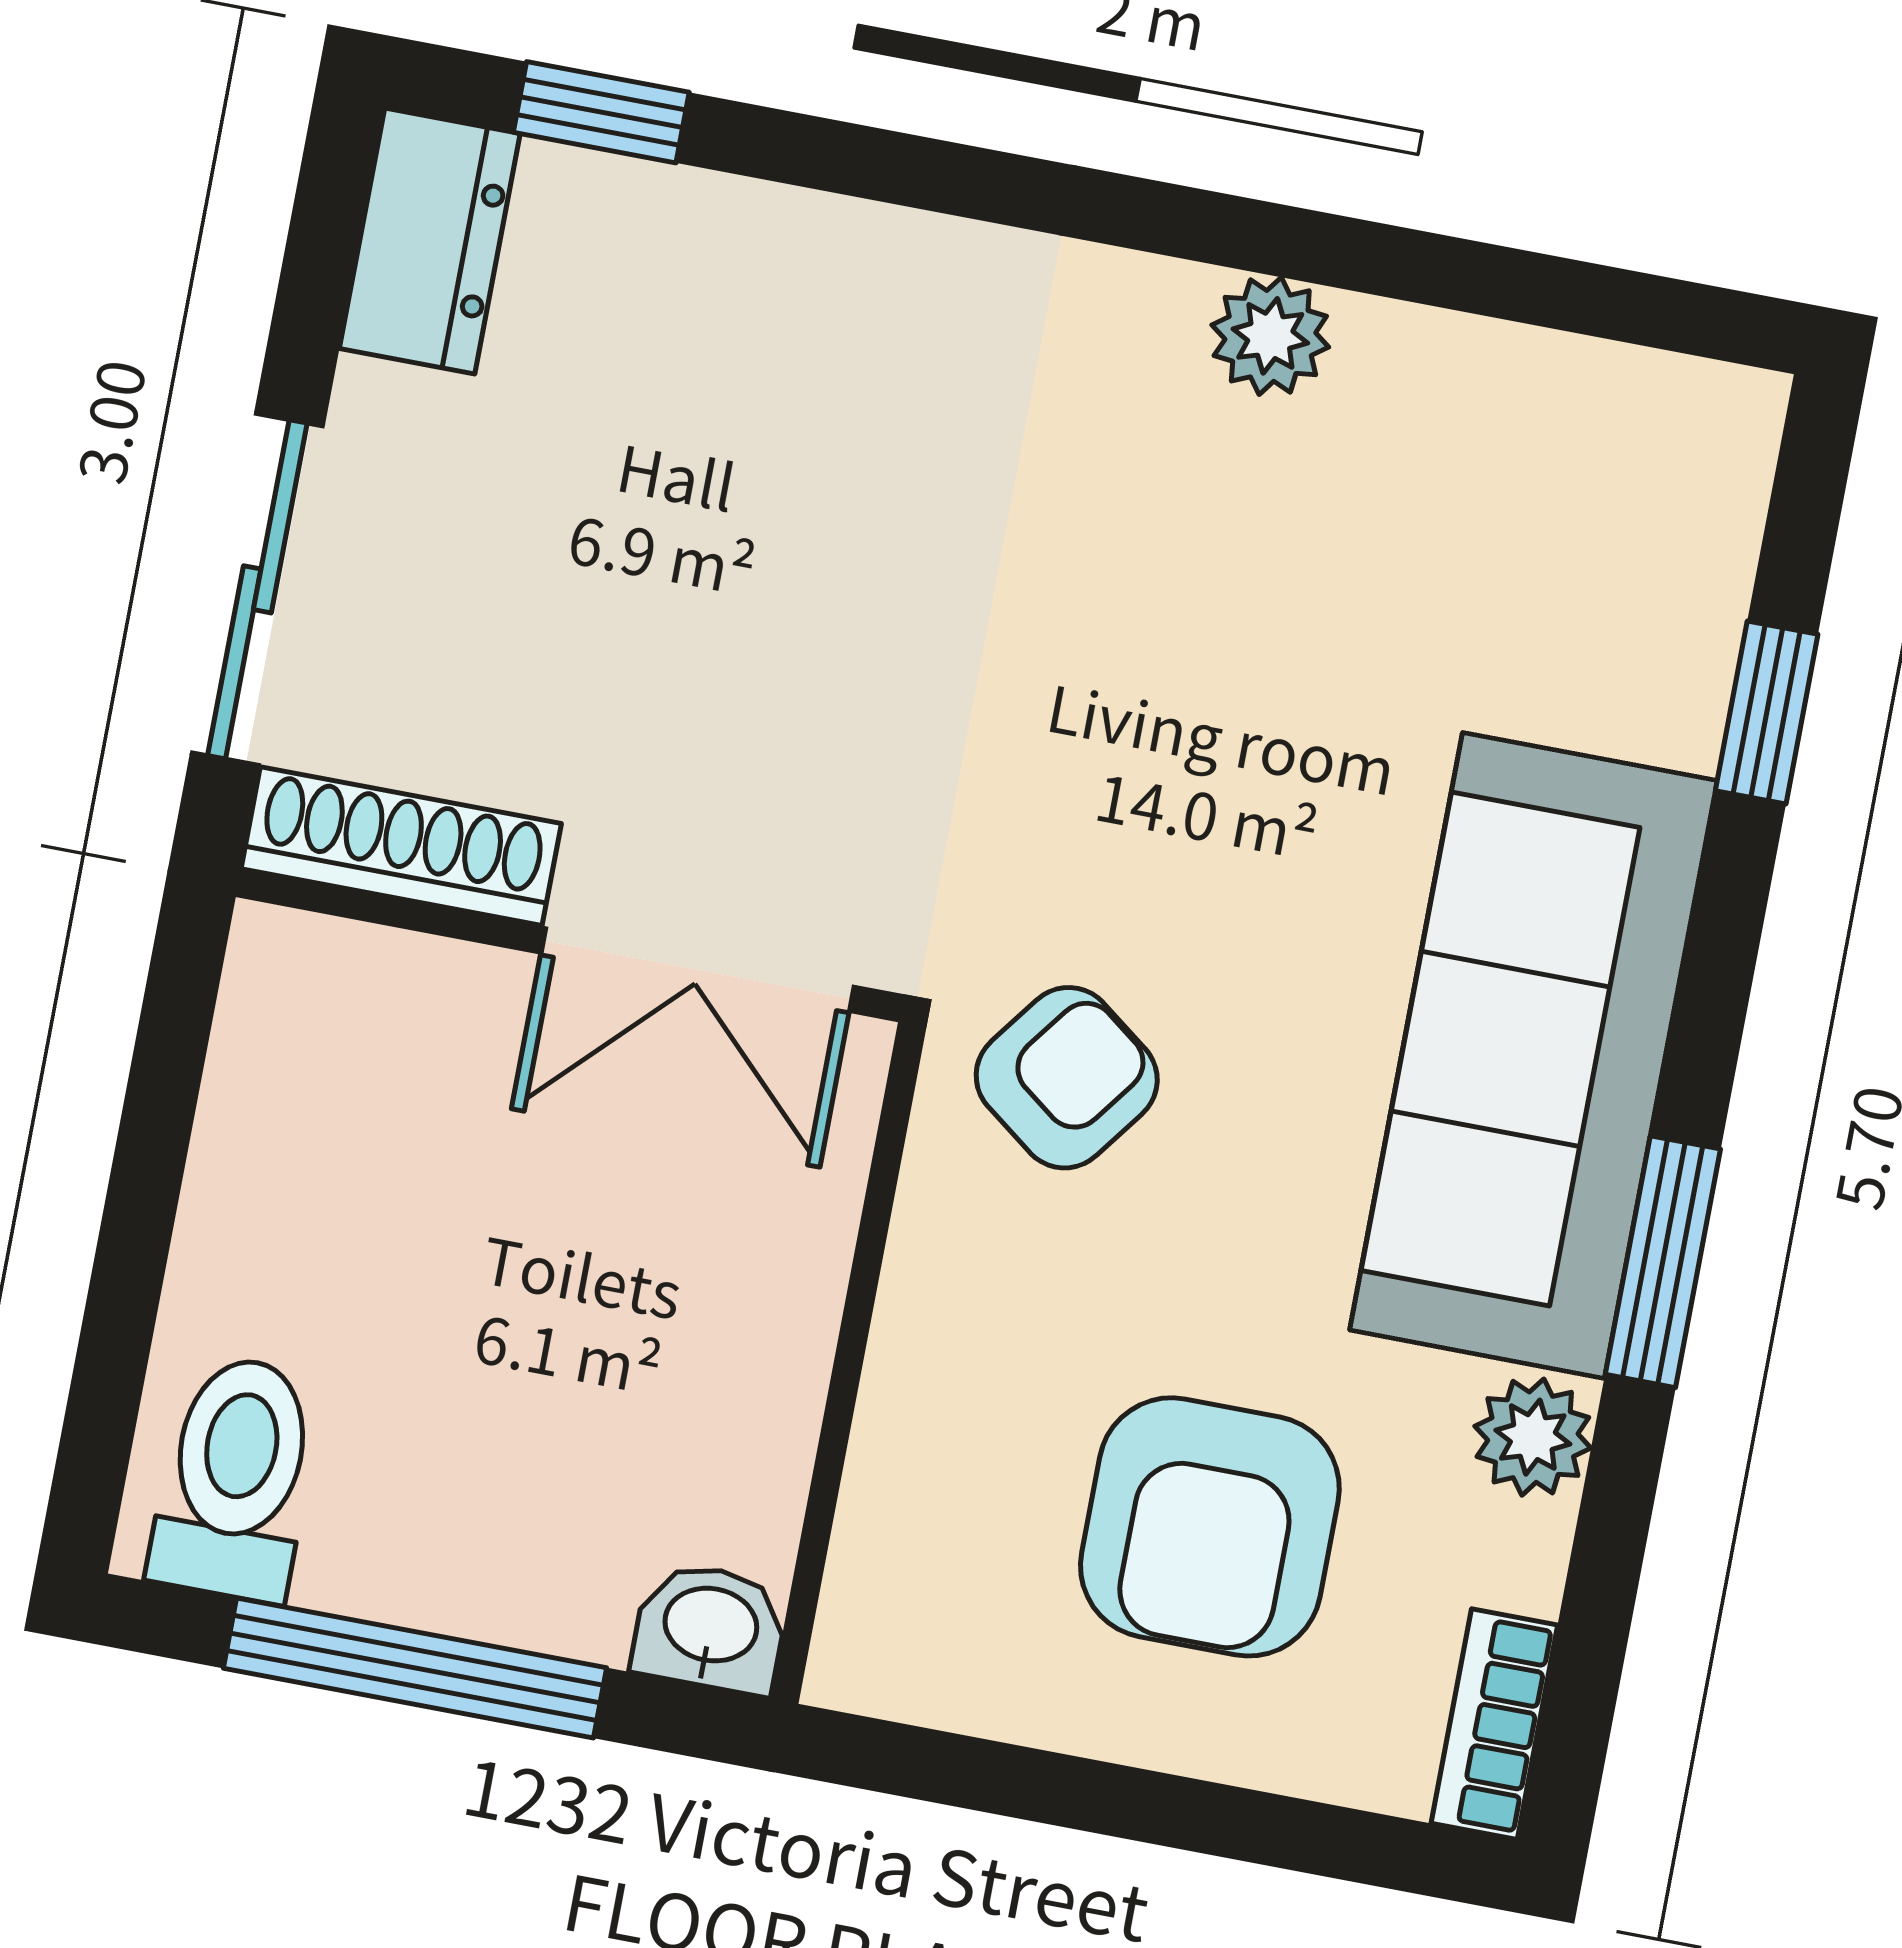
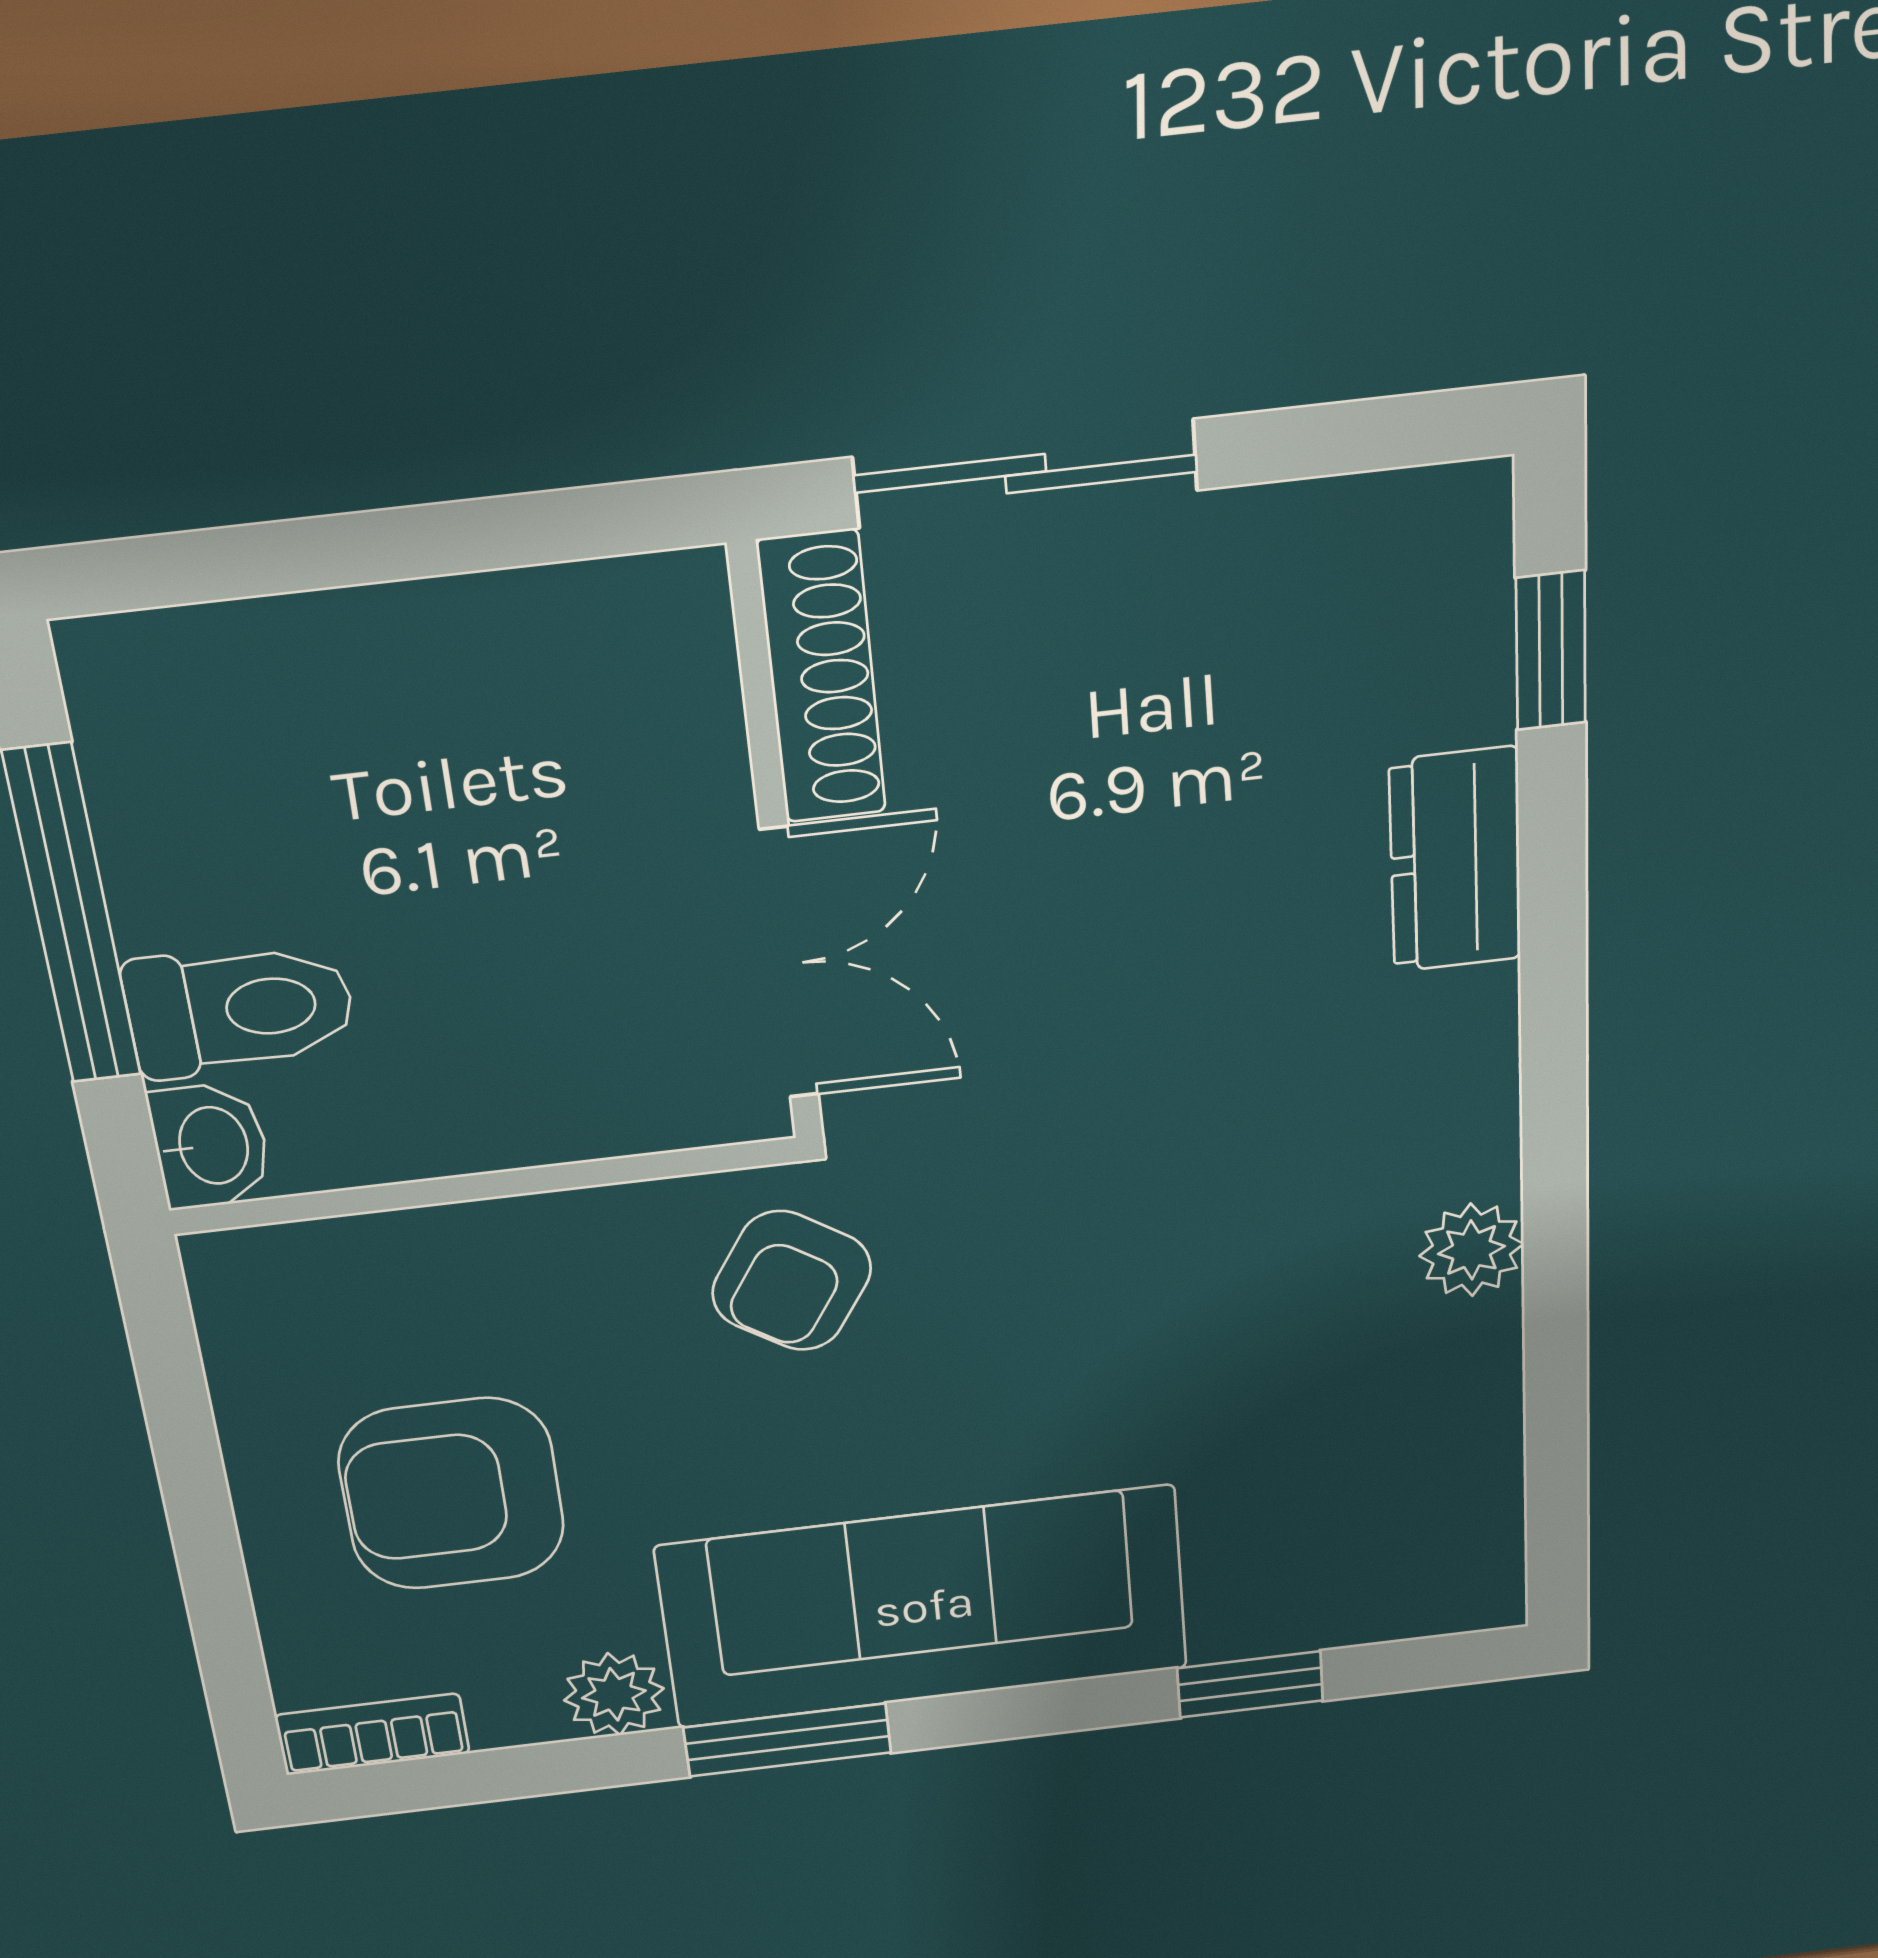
dresser: (430, 241) -> (1455, 860), moved, turned 90
double door: (698, 970) -> (789, 964), swing flipped
armchair: (1067, 1078) -> (792, 1281), turned 86
toilet: (236, 1478) -> (240, 1010), moved

